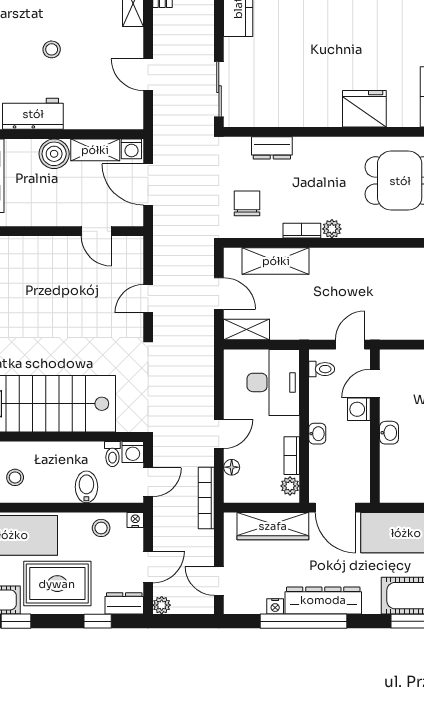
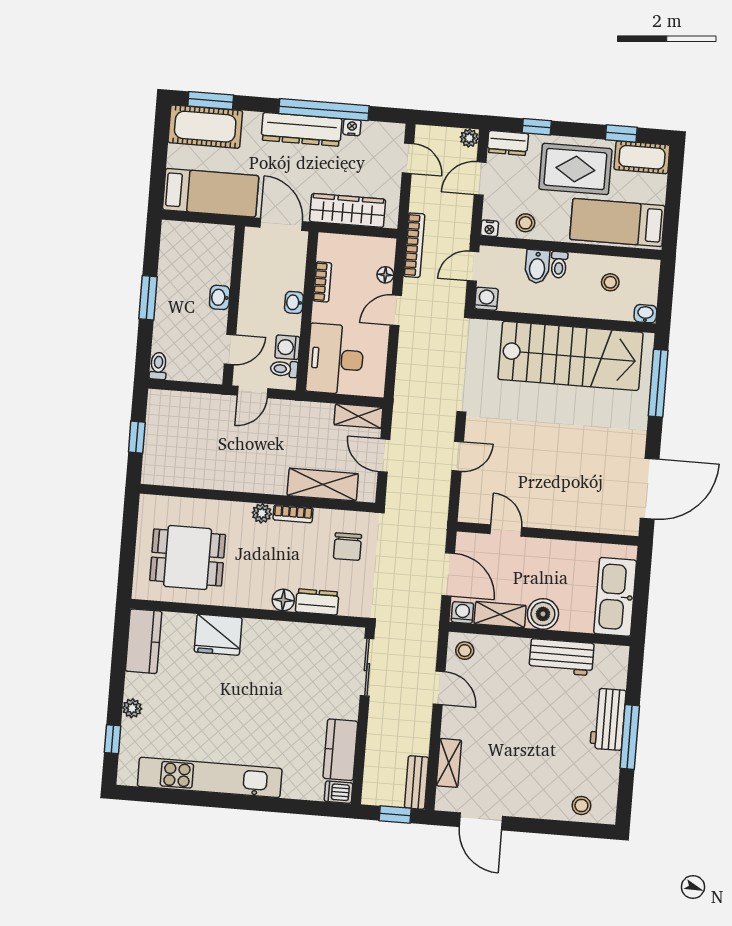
stool: (52, 49) -> (465, 651), moved
floor lamp: (305, 147) -> (283, 600), added
washing machine: (359, 409) -> (287, 347), moved, turned 180
toilet: (112, 454) -> (559, 265), moved, turned 180
plant: (290, 486) -> (327, 251), removed

